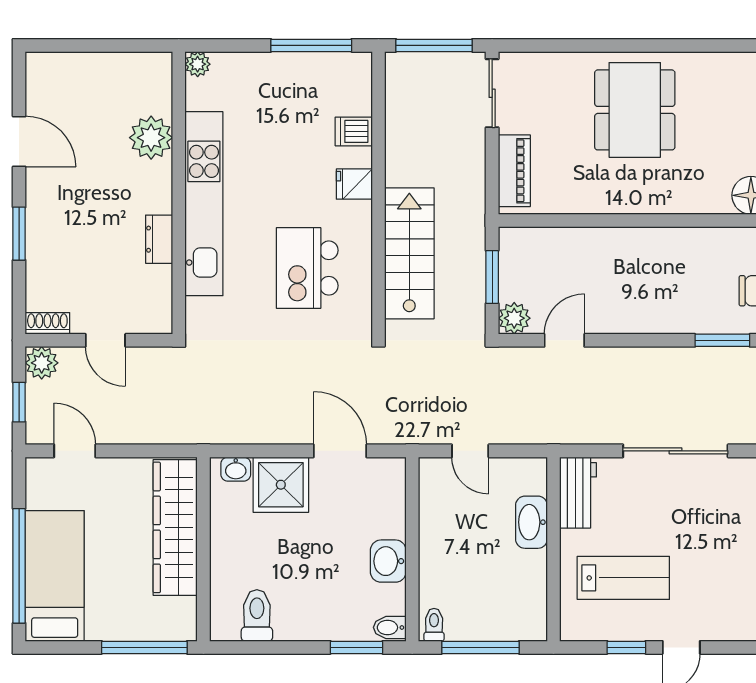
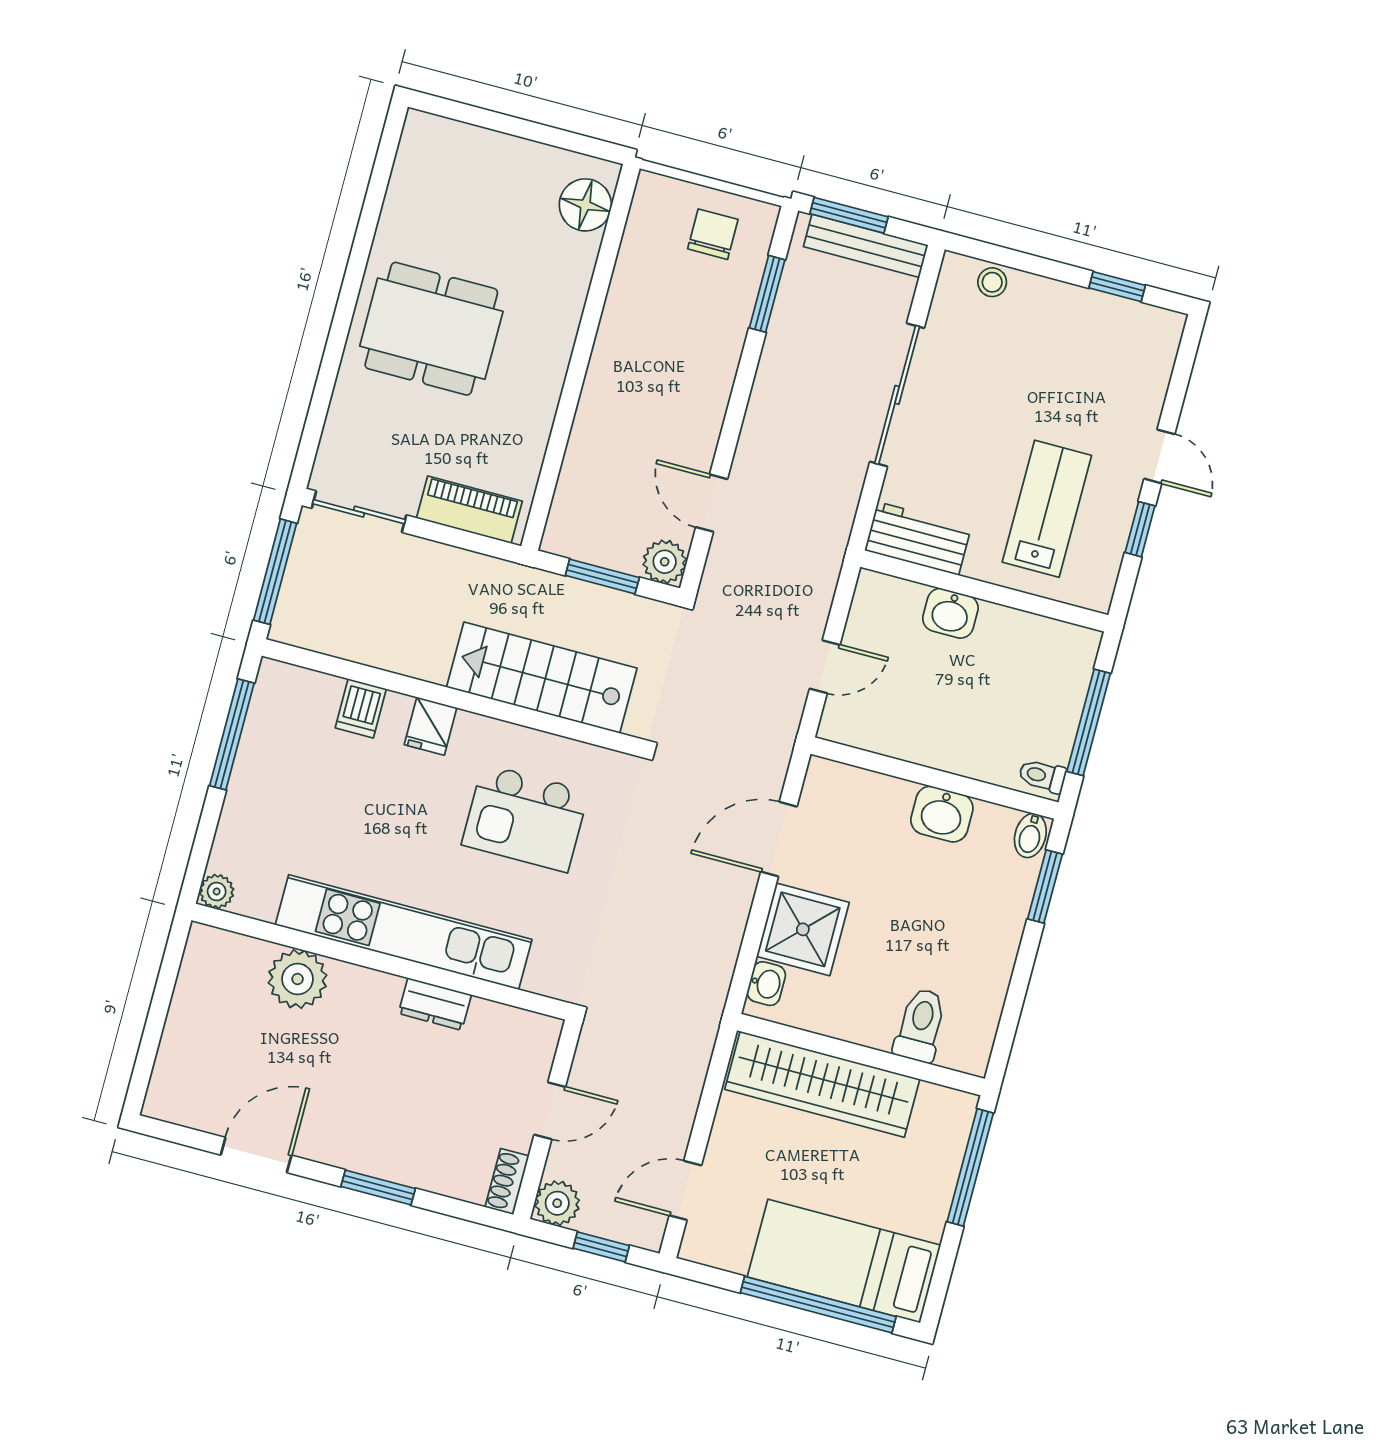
washbasin: (531, 522) -> (950, 613), width x0.72
toilet: (257, 616) -> (920, 1025), moved, turned 90

